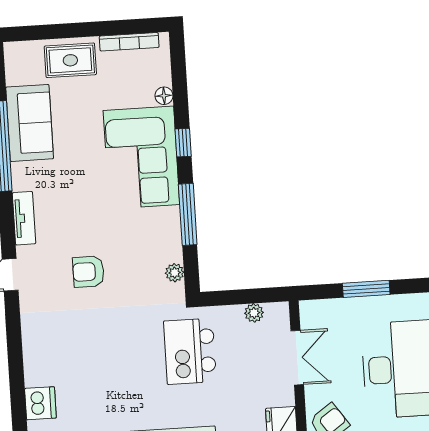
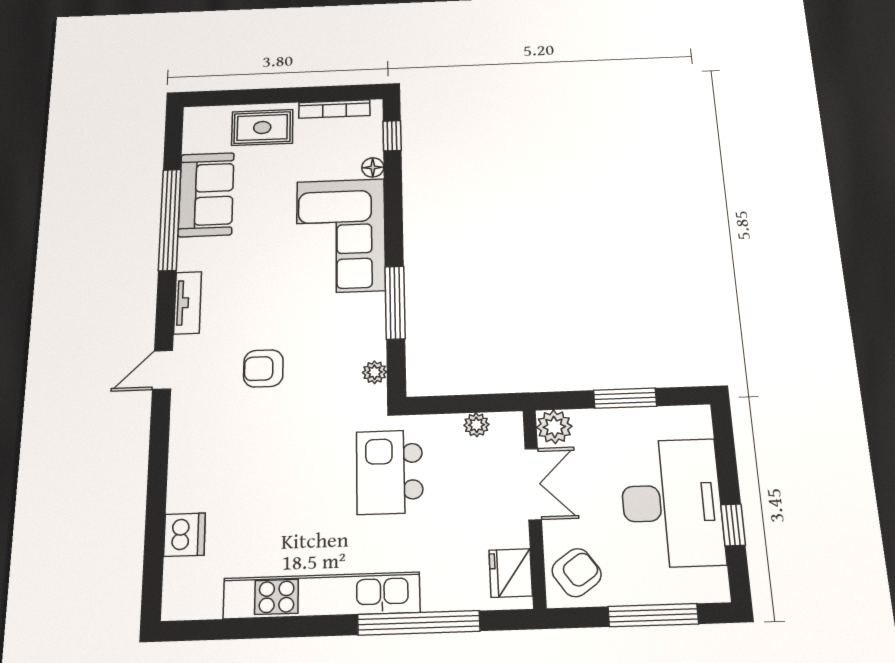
window: (183, 143) -> (392, 136), moved
plant: (313, 313) -> (554, 427), added

